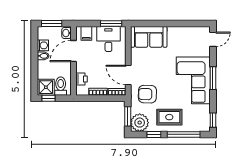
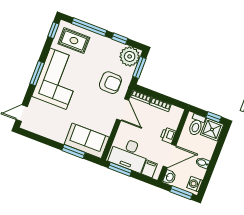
window: (156, 24) -> (73, 151), added
desk: (108, 39) -> (129, 154), width x1.37
washing machine: (43, 45) -> (195, 184), moved
printer: (81, 79) -> (168, 135), moved
rug: (169, 117) -> (74, 41), moved

